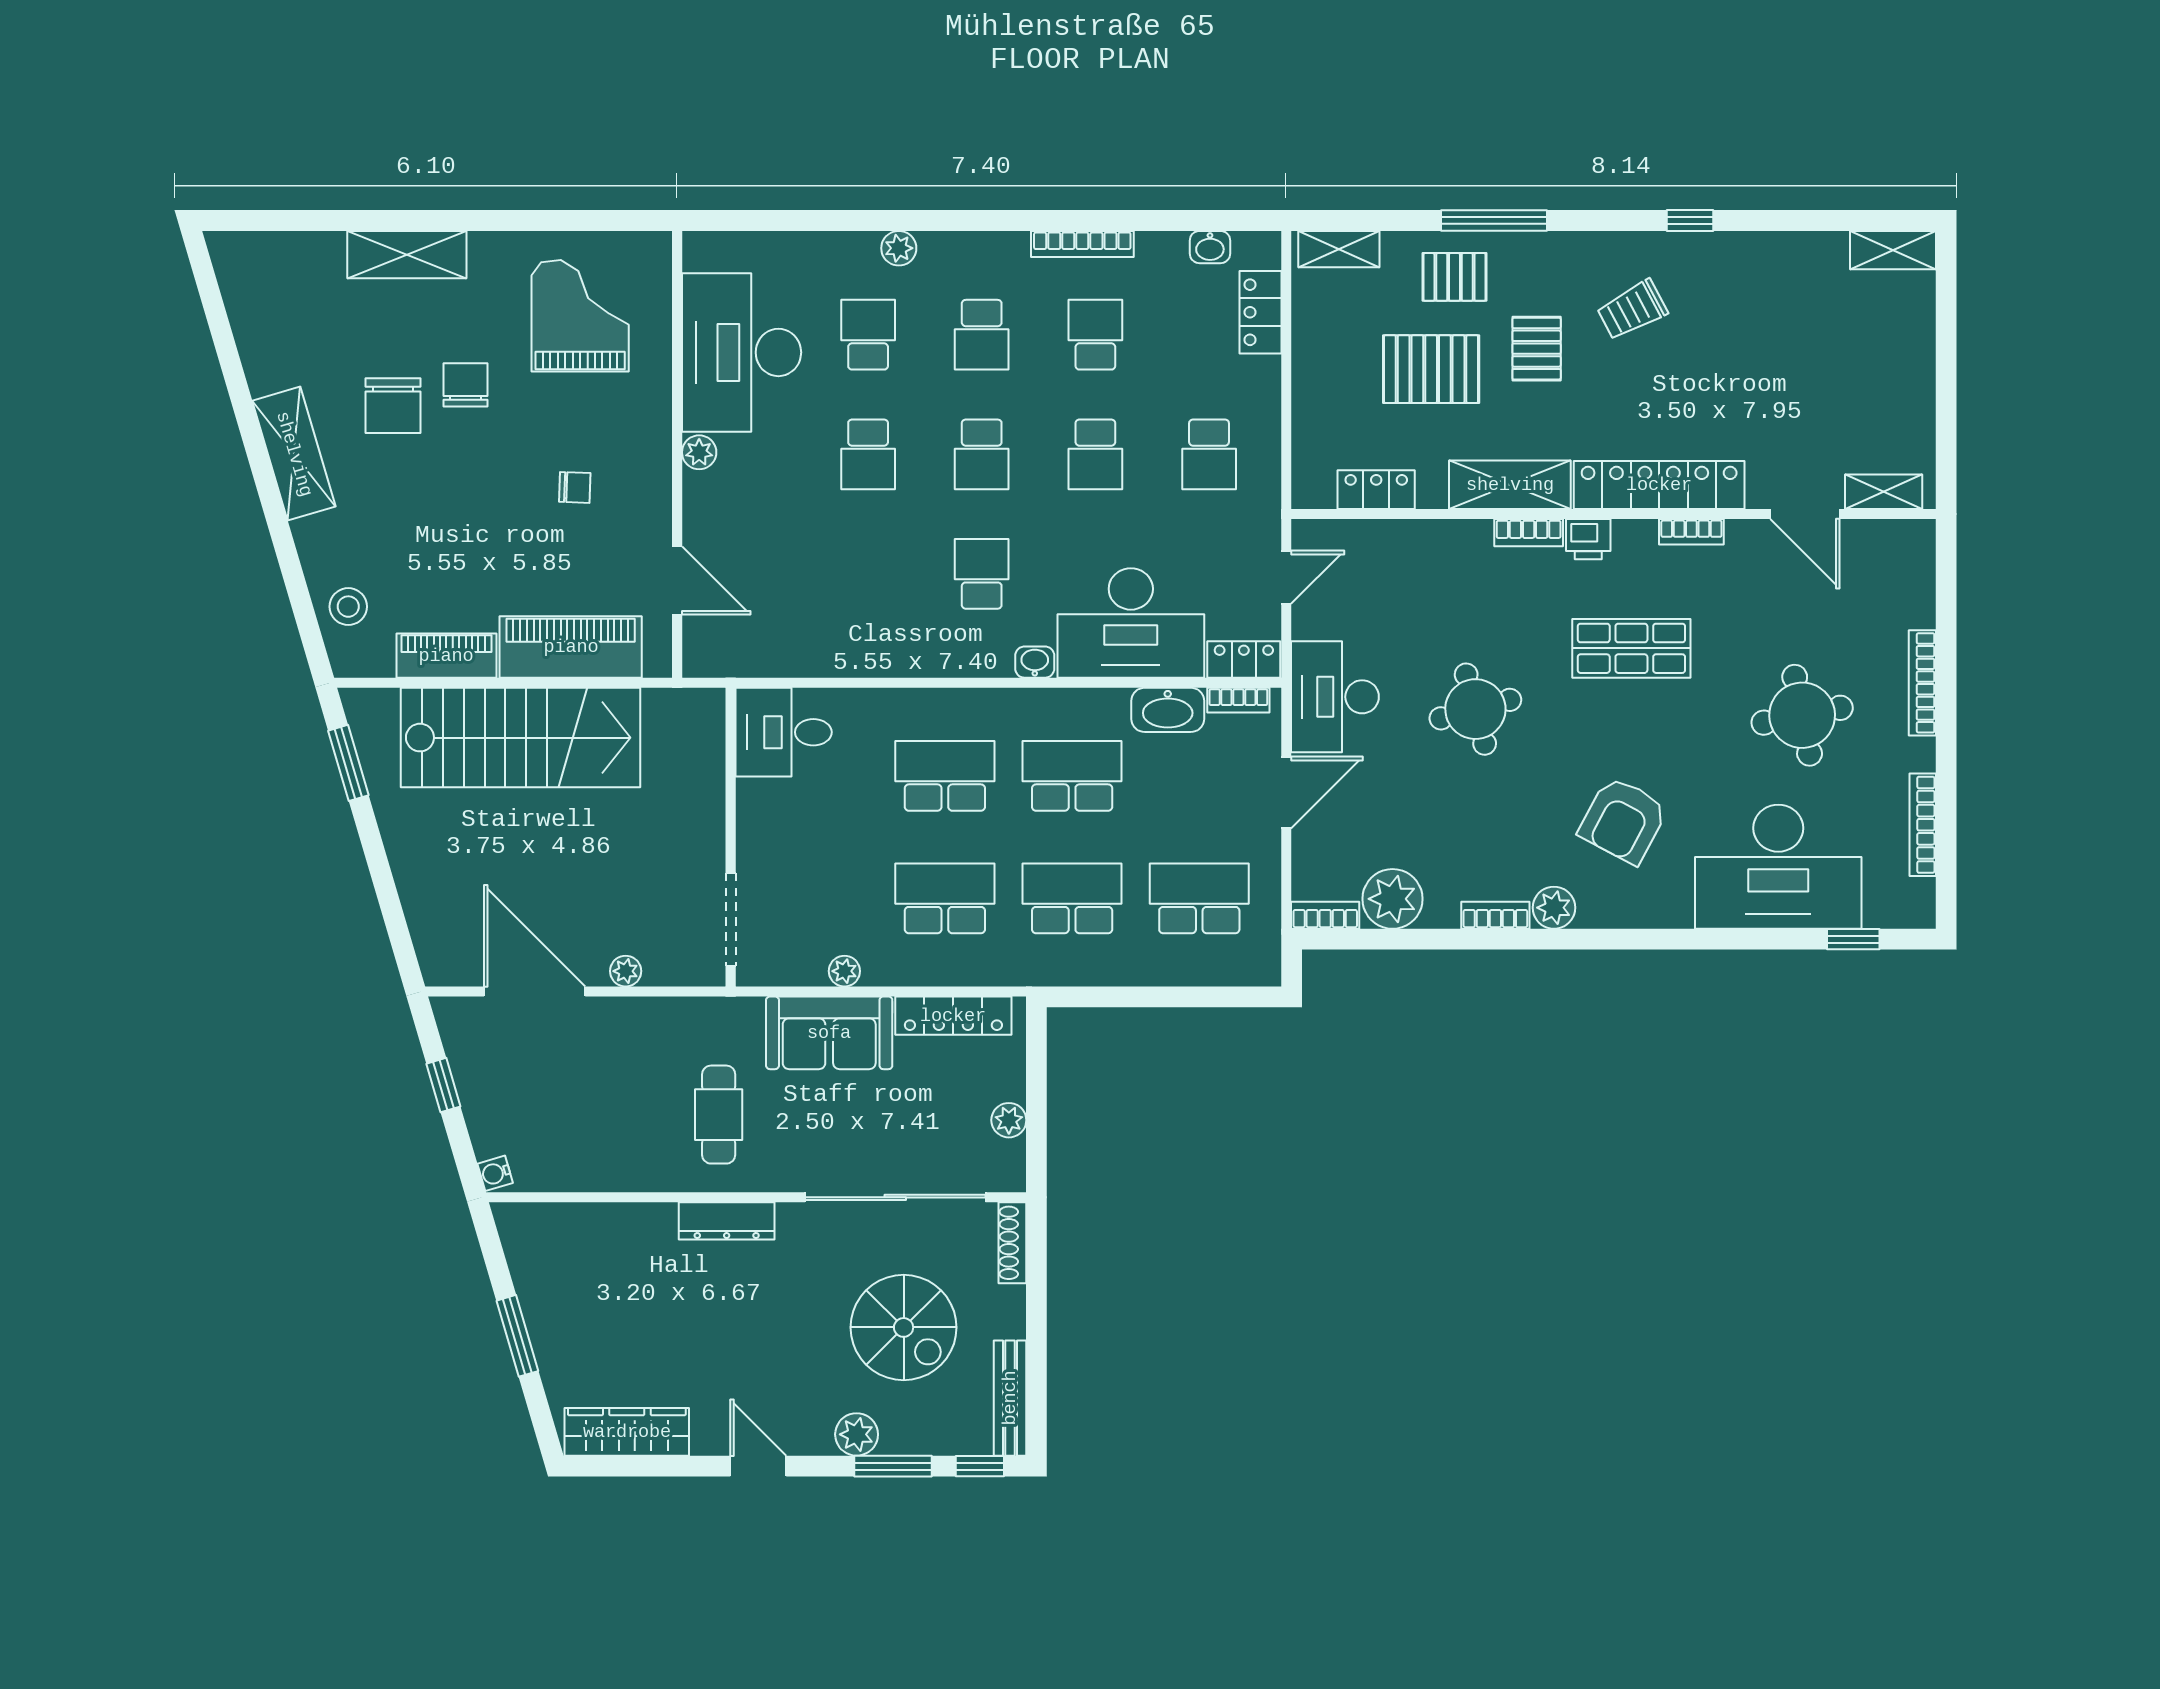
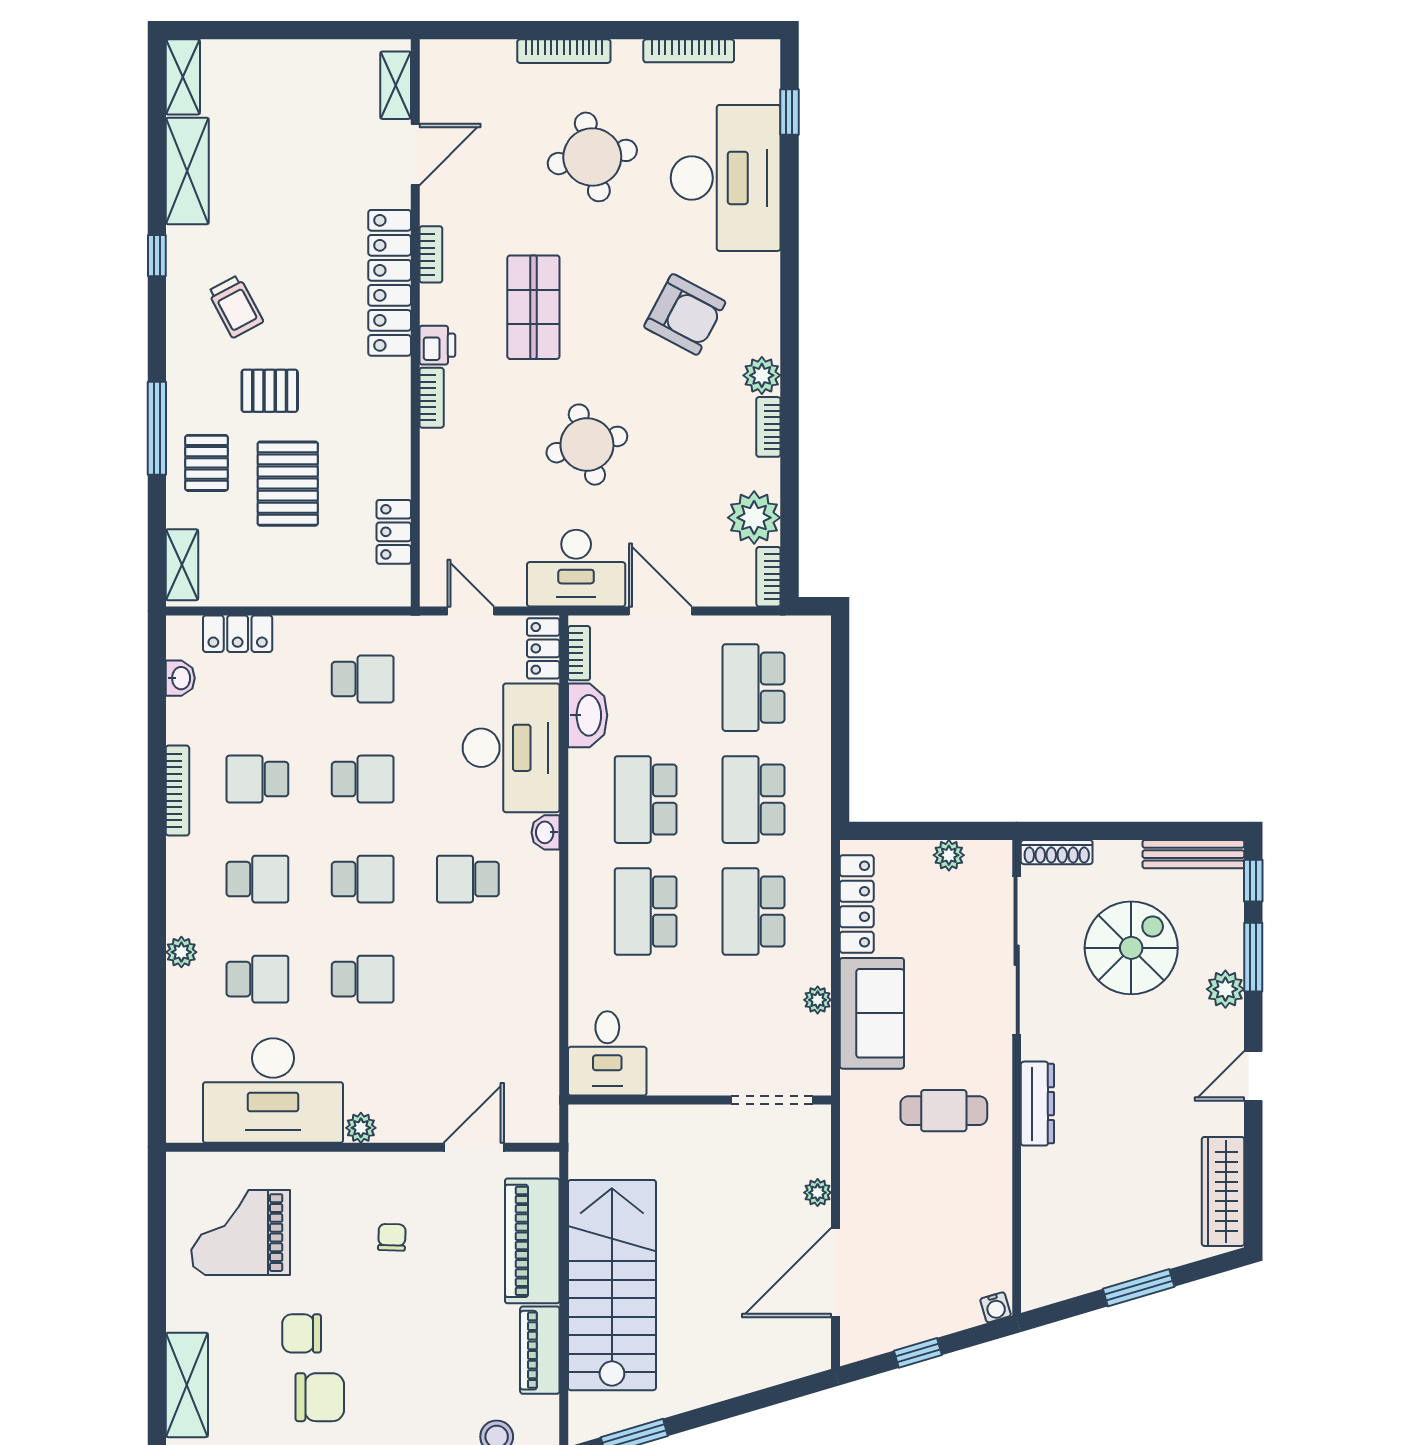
school desk: (868, 335) -> (257, 979), turned 180
shelving: (1510, 485) -> (187, 171), moved

